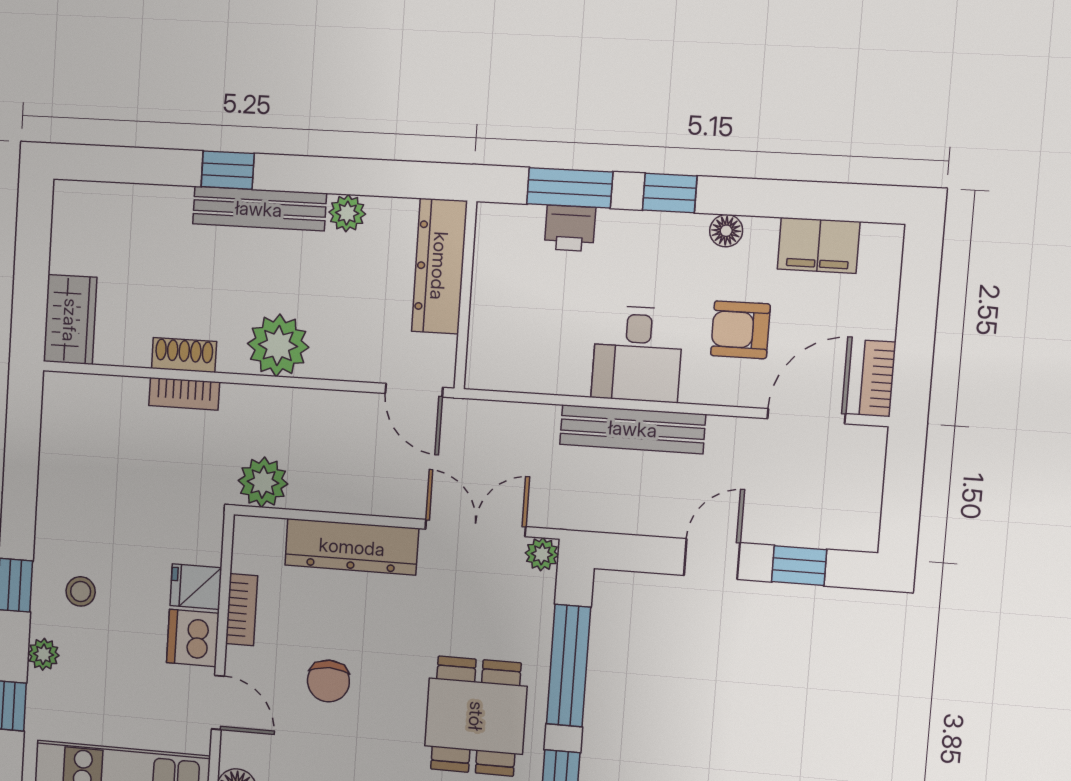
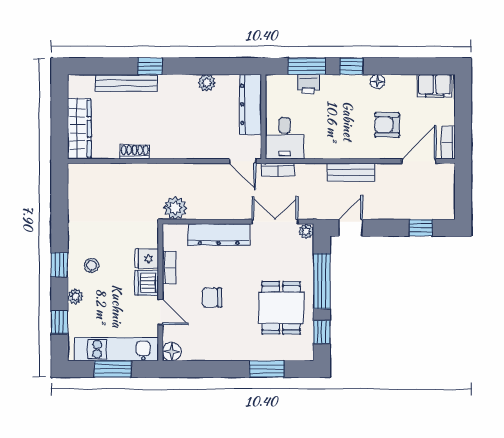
bench: (259, 209) -> (126, 83), moved
filing cabinet: (819, 245) -> (435, 86), moved
wardrobe: (70, 320) -> (79, 129), width x1.50
plant: (278, 345) -> (178, 145), removed
desk: (637, 354) -> (285, 138), moved
bookcase: (184, 394) -> (278, 170), moved
bench: (633, 429) -> (351, 172), width x0.73
door: (712, 559) -> (351, 228), moved
chair: (328, 681) -> (212, 297), turned 90

